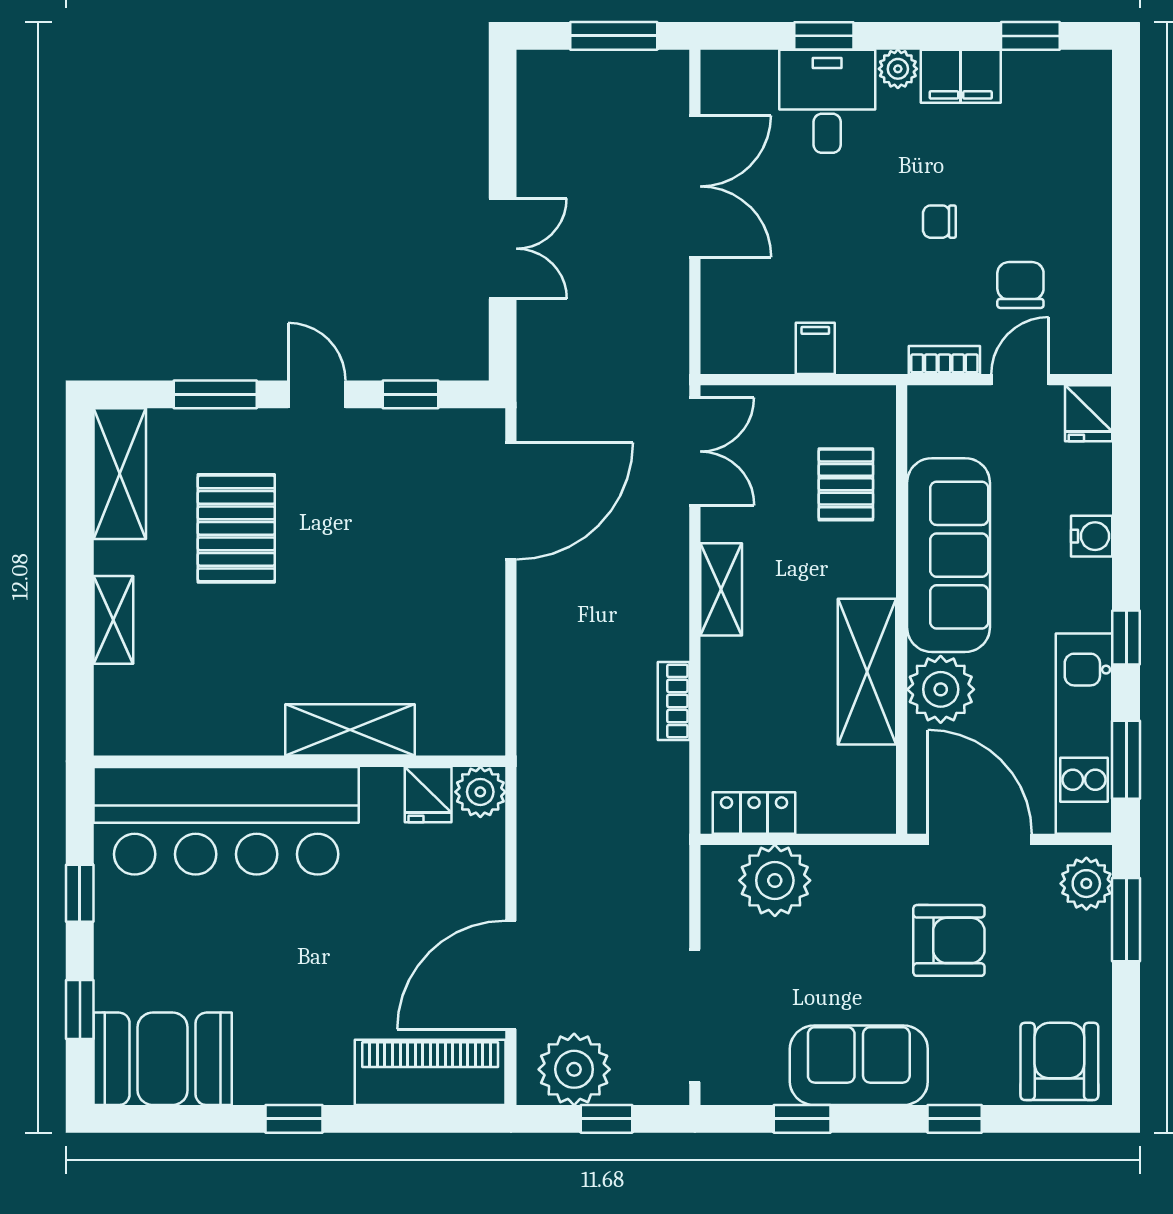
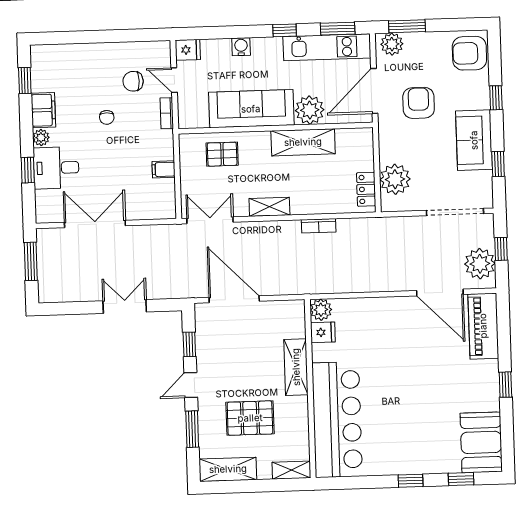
shelving: (350, 730) -> (296, 367), moved
wall: (300, 761) -> (310, 389), moved
plant: (480, 792) -> (321, 310), moved
fridge: (428, 795) -> (323, 332), moved
bar counter: (226, 821) -> (337, 420), moved

